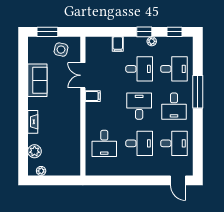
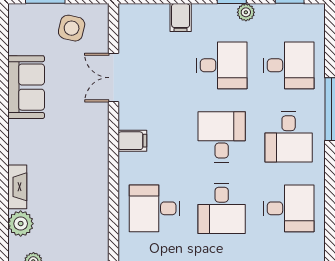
filing cabinet: (93, 96) -> (132, 141), moved
fireplace: (33, 122) -> (17, 187), moved
desk: (104, 143) -> (155, 208), turned 90
desk: (139, 143) -> (222, 208), turned 90

